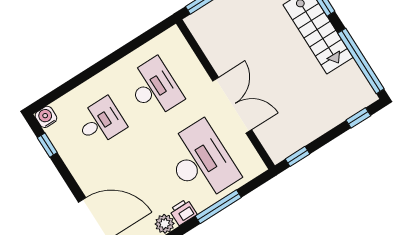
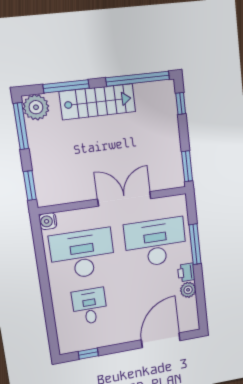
desk: (154, 88) -> (82, 254), width x1.36, depth x1.30
water cooler: (46, 117) -> (48, 221), moved
window: (297, 156) -> (187, 166), width x1.50

